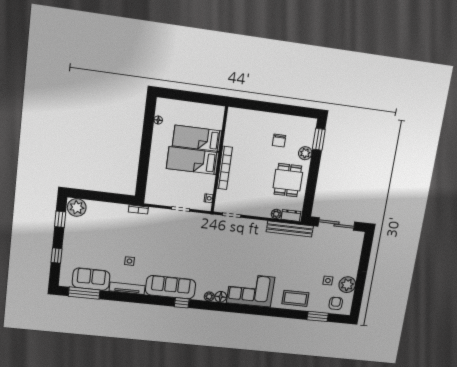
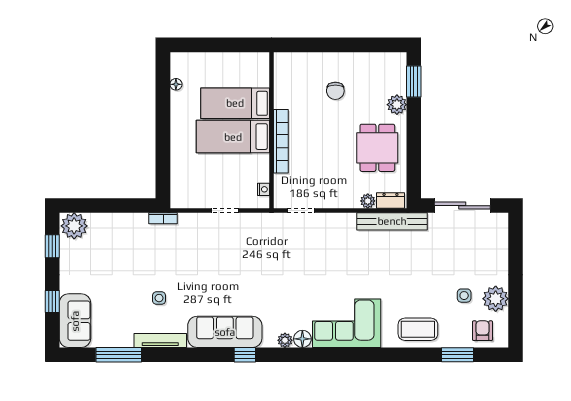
chair: (279, 141) -> (335, 91), moved
sofa: (91, 279) -> (75, 321), moved, turned 90
window: (84, 293) -> (119, 355), moved

